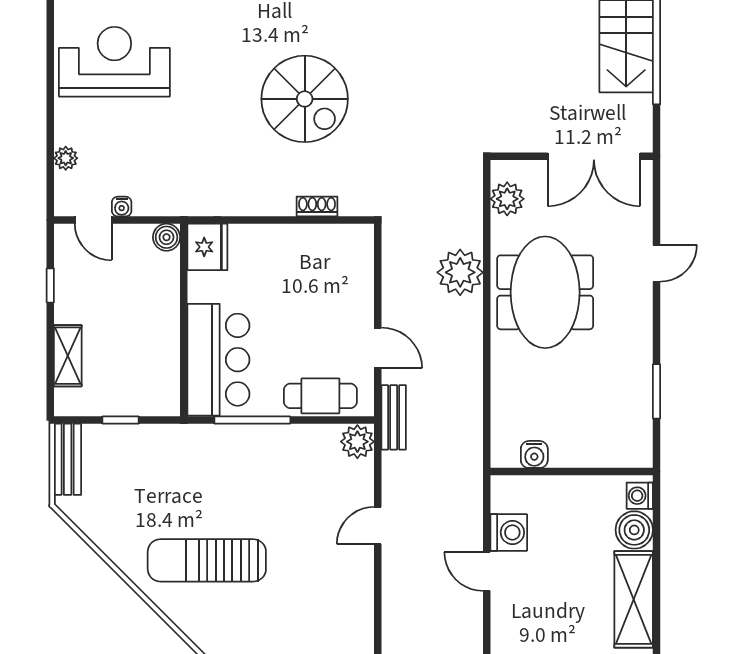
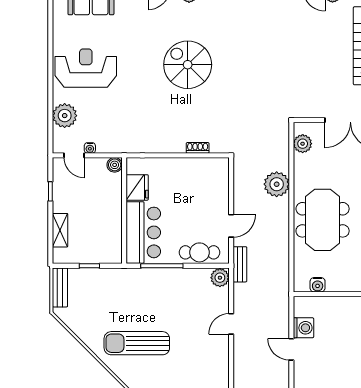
spiral stairs: (305, 99) -> (188, 65), moved, turned 180
plant: (66, 158) -> (65, 116), width x1.88, depth x1.88
fridge: (207, 247) -> (137, 187), moved
meeting table: (545, 292) -> (323, 220), moved
door: (378, 348) -> (231, 226), hinge flipped

